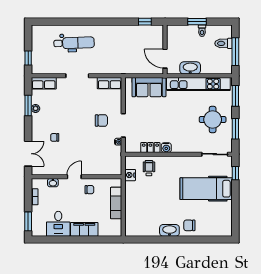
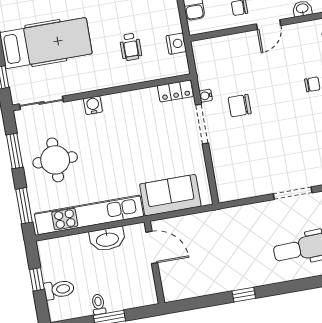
window: (145, 22) -> (244, 295), moved
window: (235, 52) -> (37, 279), width x0.46
row of seats: (110, 83) -> (237, 190), removed
chair: (101, 121) -> (240, 106), moved
locker: (150, 147) -> (175, 91), moved
water cooler: (166, 148) -> (93, 105), moved
wheelchair: (149, 168) -> (131, 47), moved

